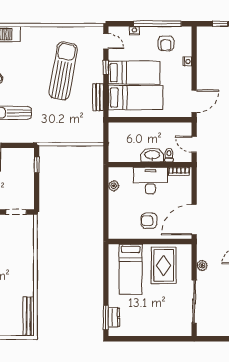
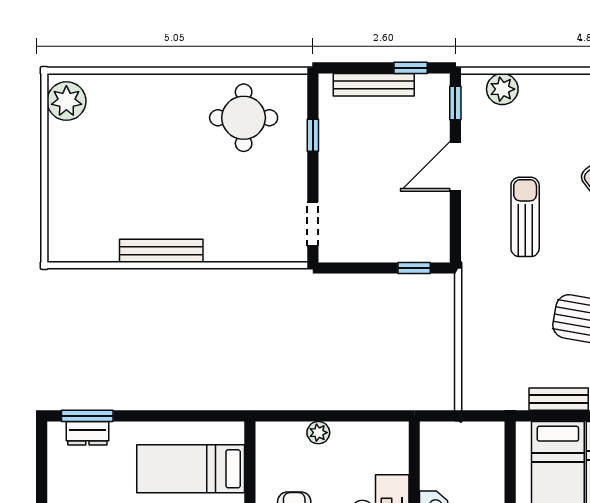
plant: (114, 186) -> (318, 433), moved
bench: (29, 316) -> (161, 251), moved

